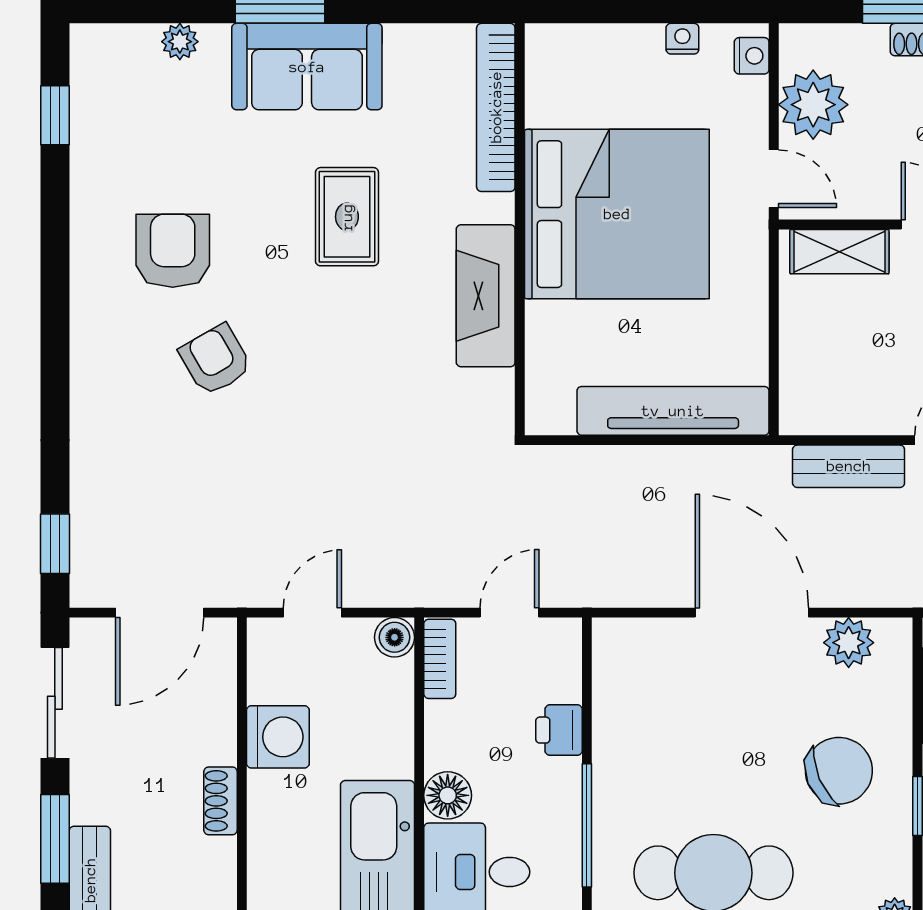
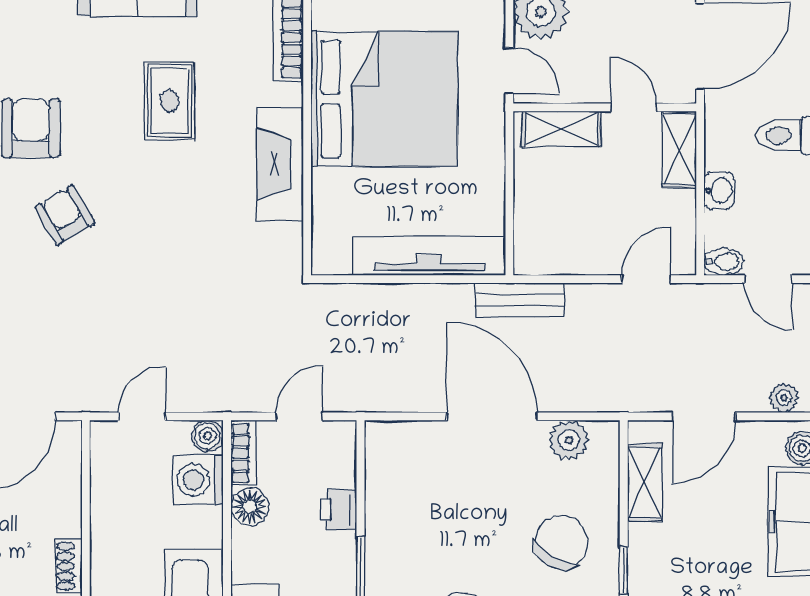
bench: (849, 466) -> (520, 300), moved
washing machine: (278, 737) -> (198, 480), moved, turned 180
chair: (839, 771) -> (561, 542), turned -38
floor lamp: (448, 795) -> (250, 507), moved

